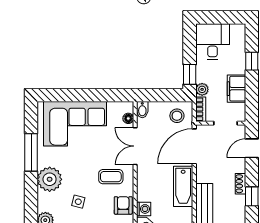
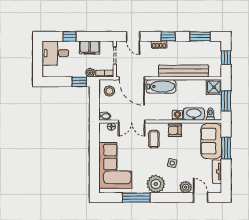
desk: (213, 42) -> (55, 53), moved

